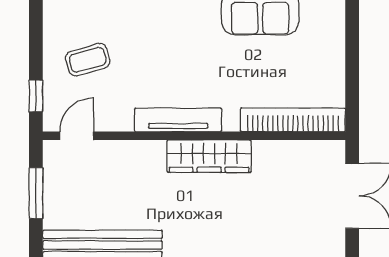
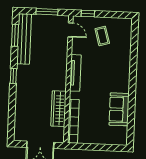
wardrobe: (209, 156) -> (59, 109), moved

